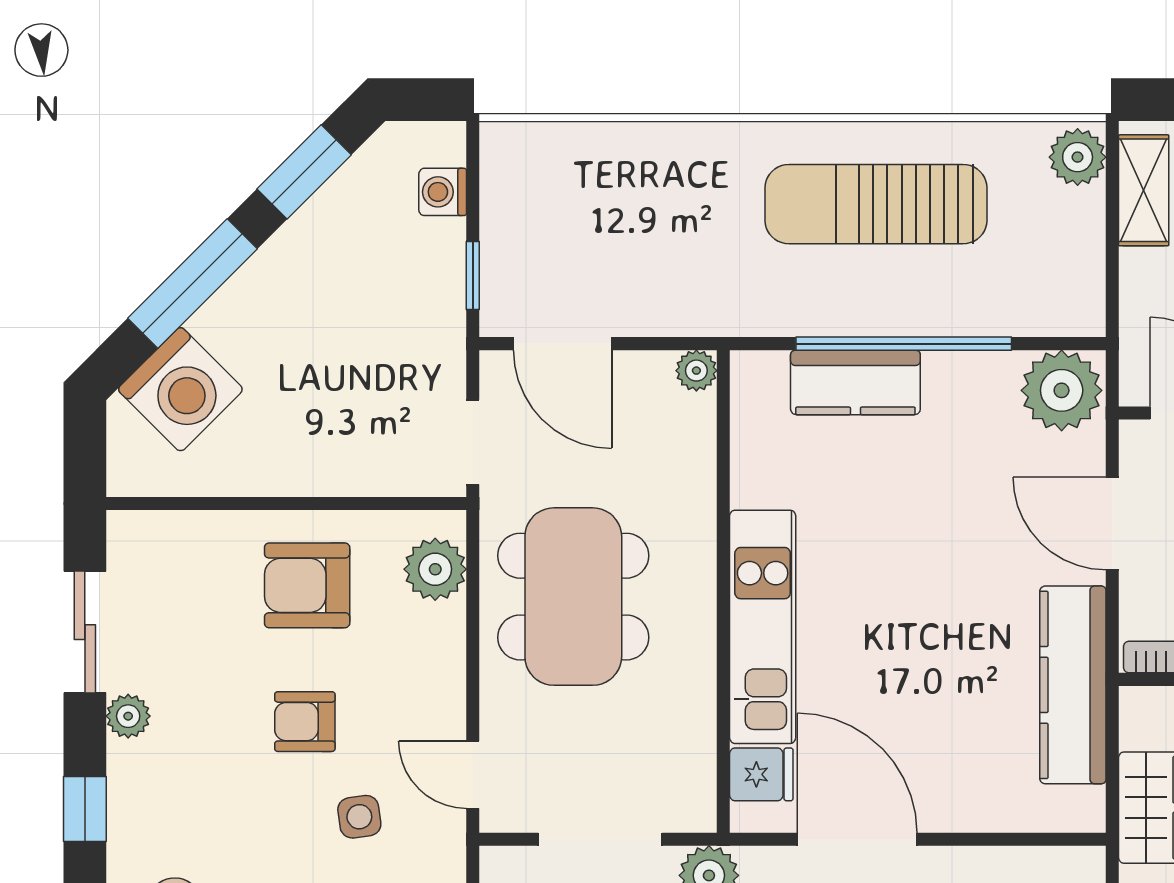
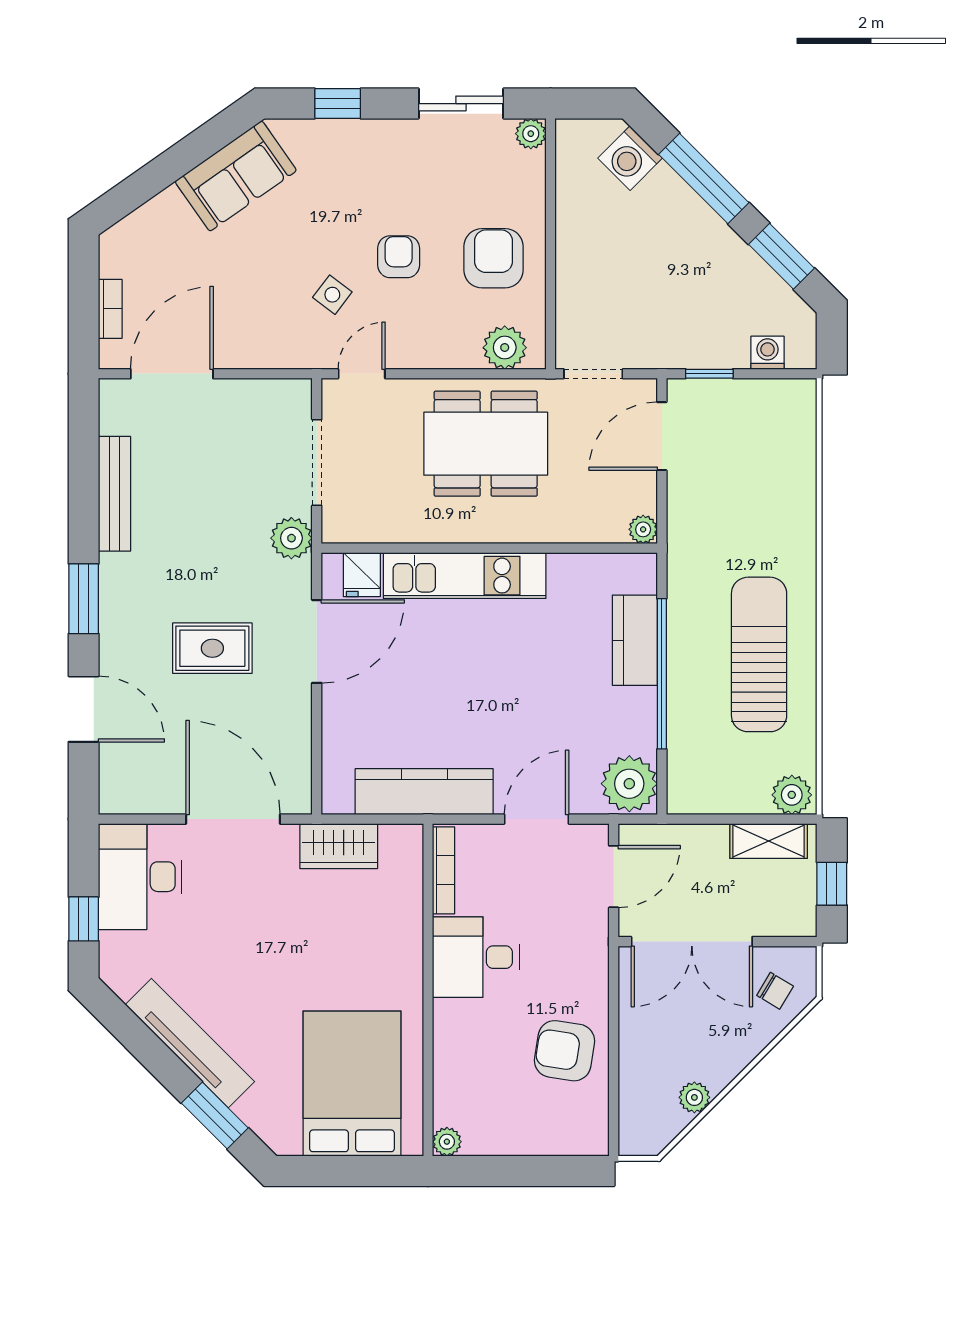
washing machine: (181, 389) -> (630, 158), width x0.73, depth x0.73
plant: (128, 716) -> (531, 134), moved
side table: (359, 817) -> (332, 295), turned 45

